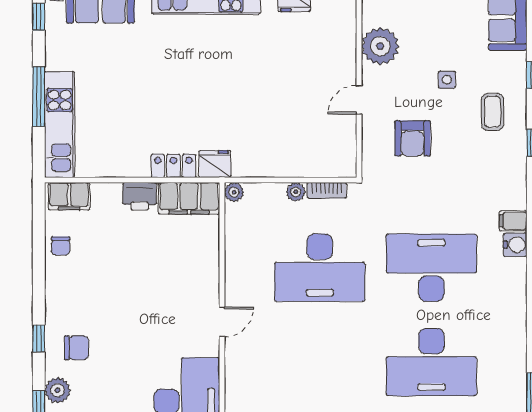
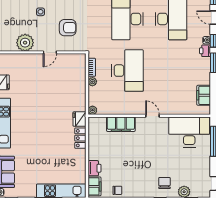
door: (359, 100) -> (50, 52), hinge flipped
printer: (140, 196) -> (94, 168), moved
filing cabinet: (189, 198) -> (121, 124), moved, turned 90

